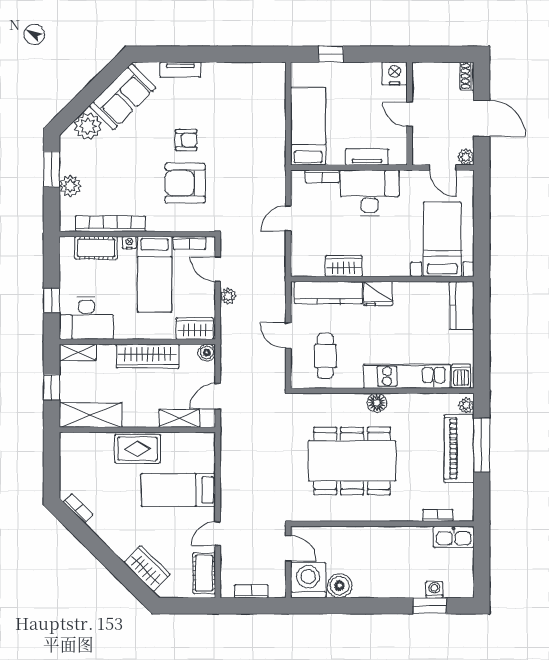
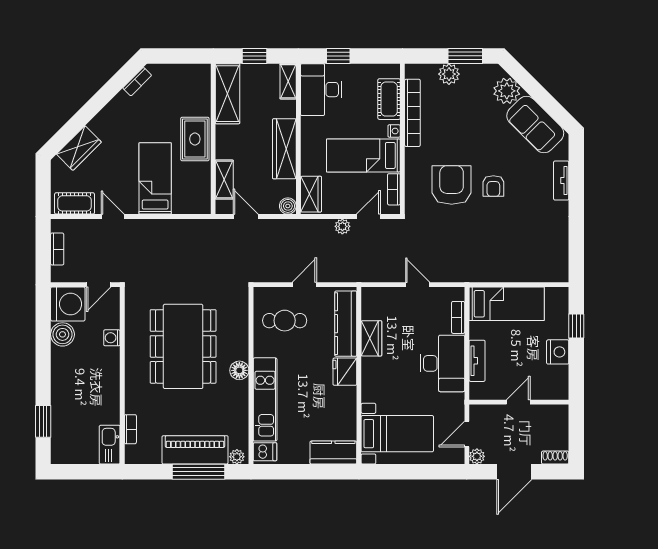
nightstand: (395, 73) -> (558, 352), moved
washing machine: (434, 589) -> (112, 338), moved, turned 180

